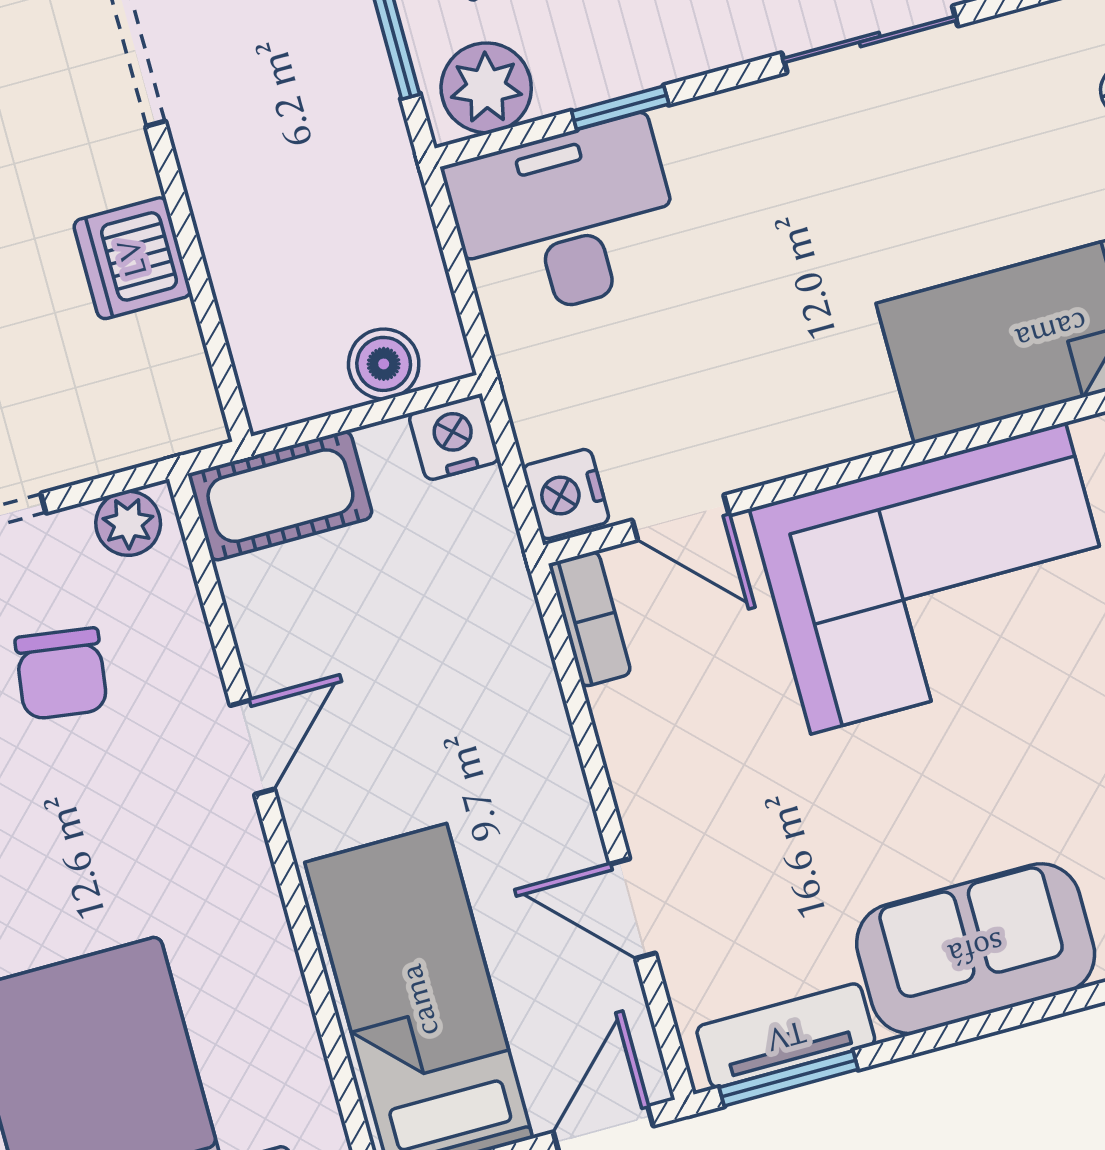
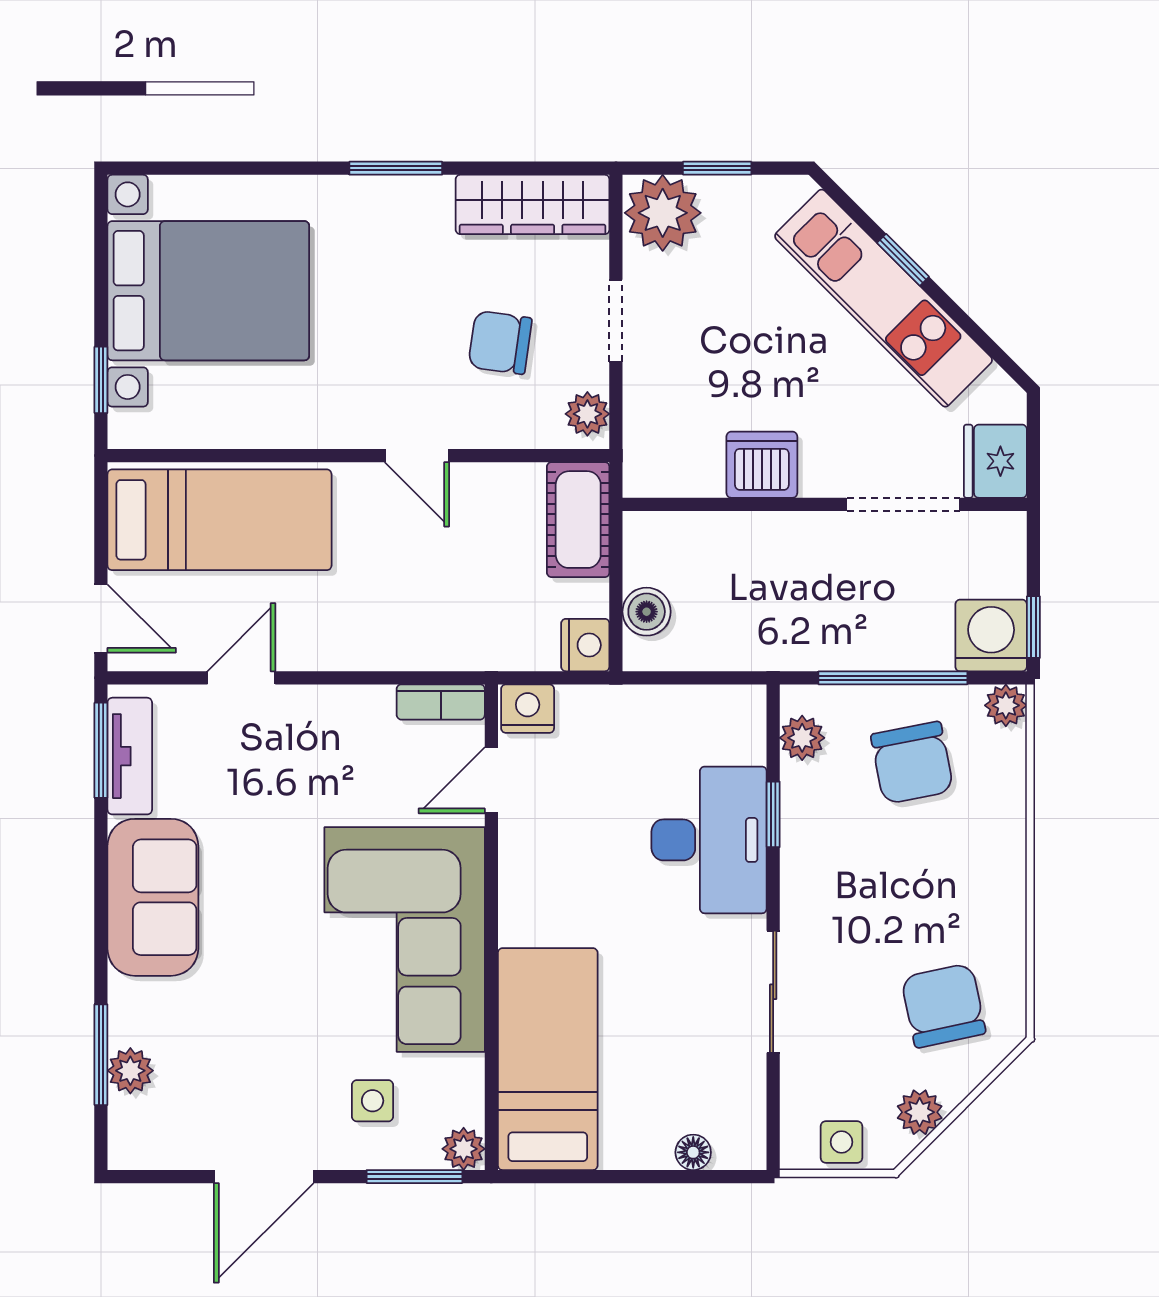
plant: (486, 88) -> (802, 738), width x0.73, depth x0.73
desk: (565, 220) -> (709, 840), moved

